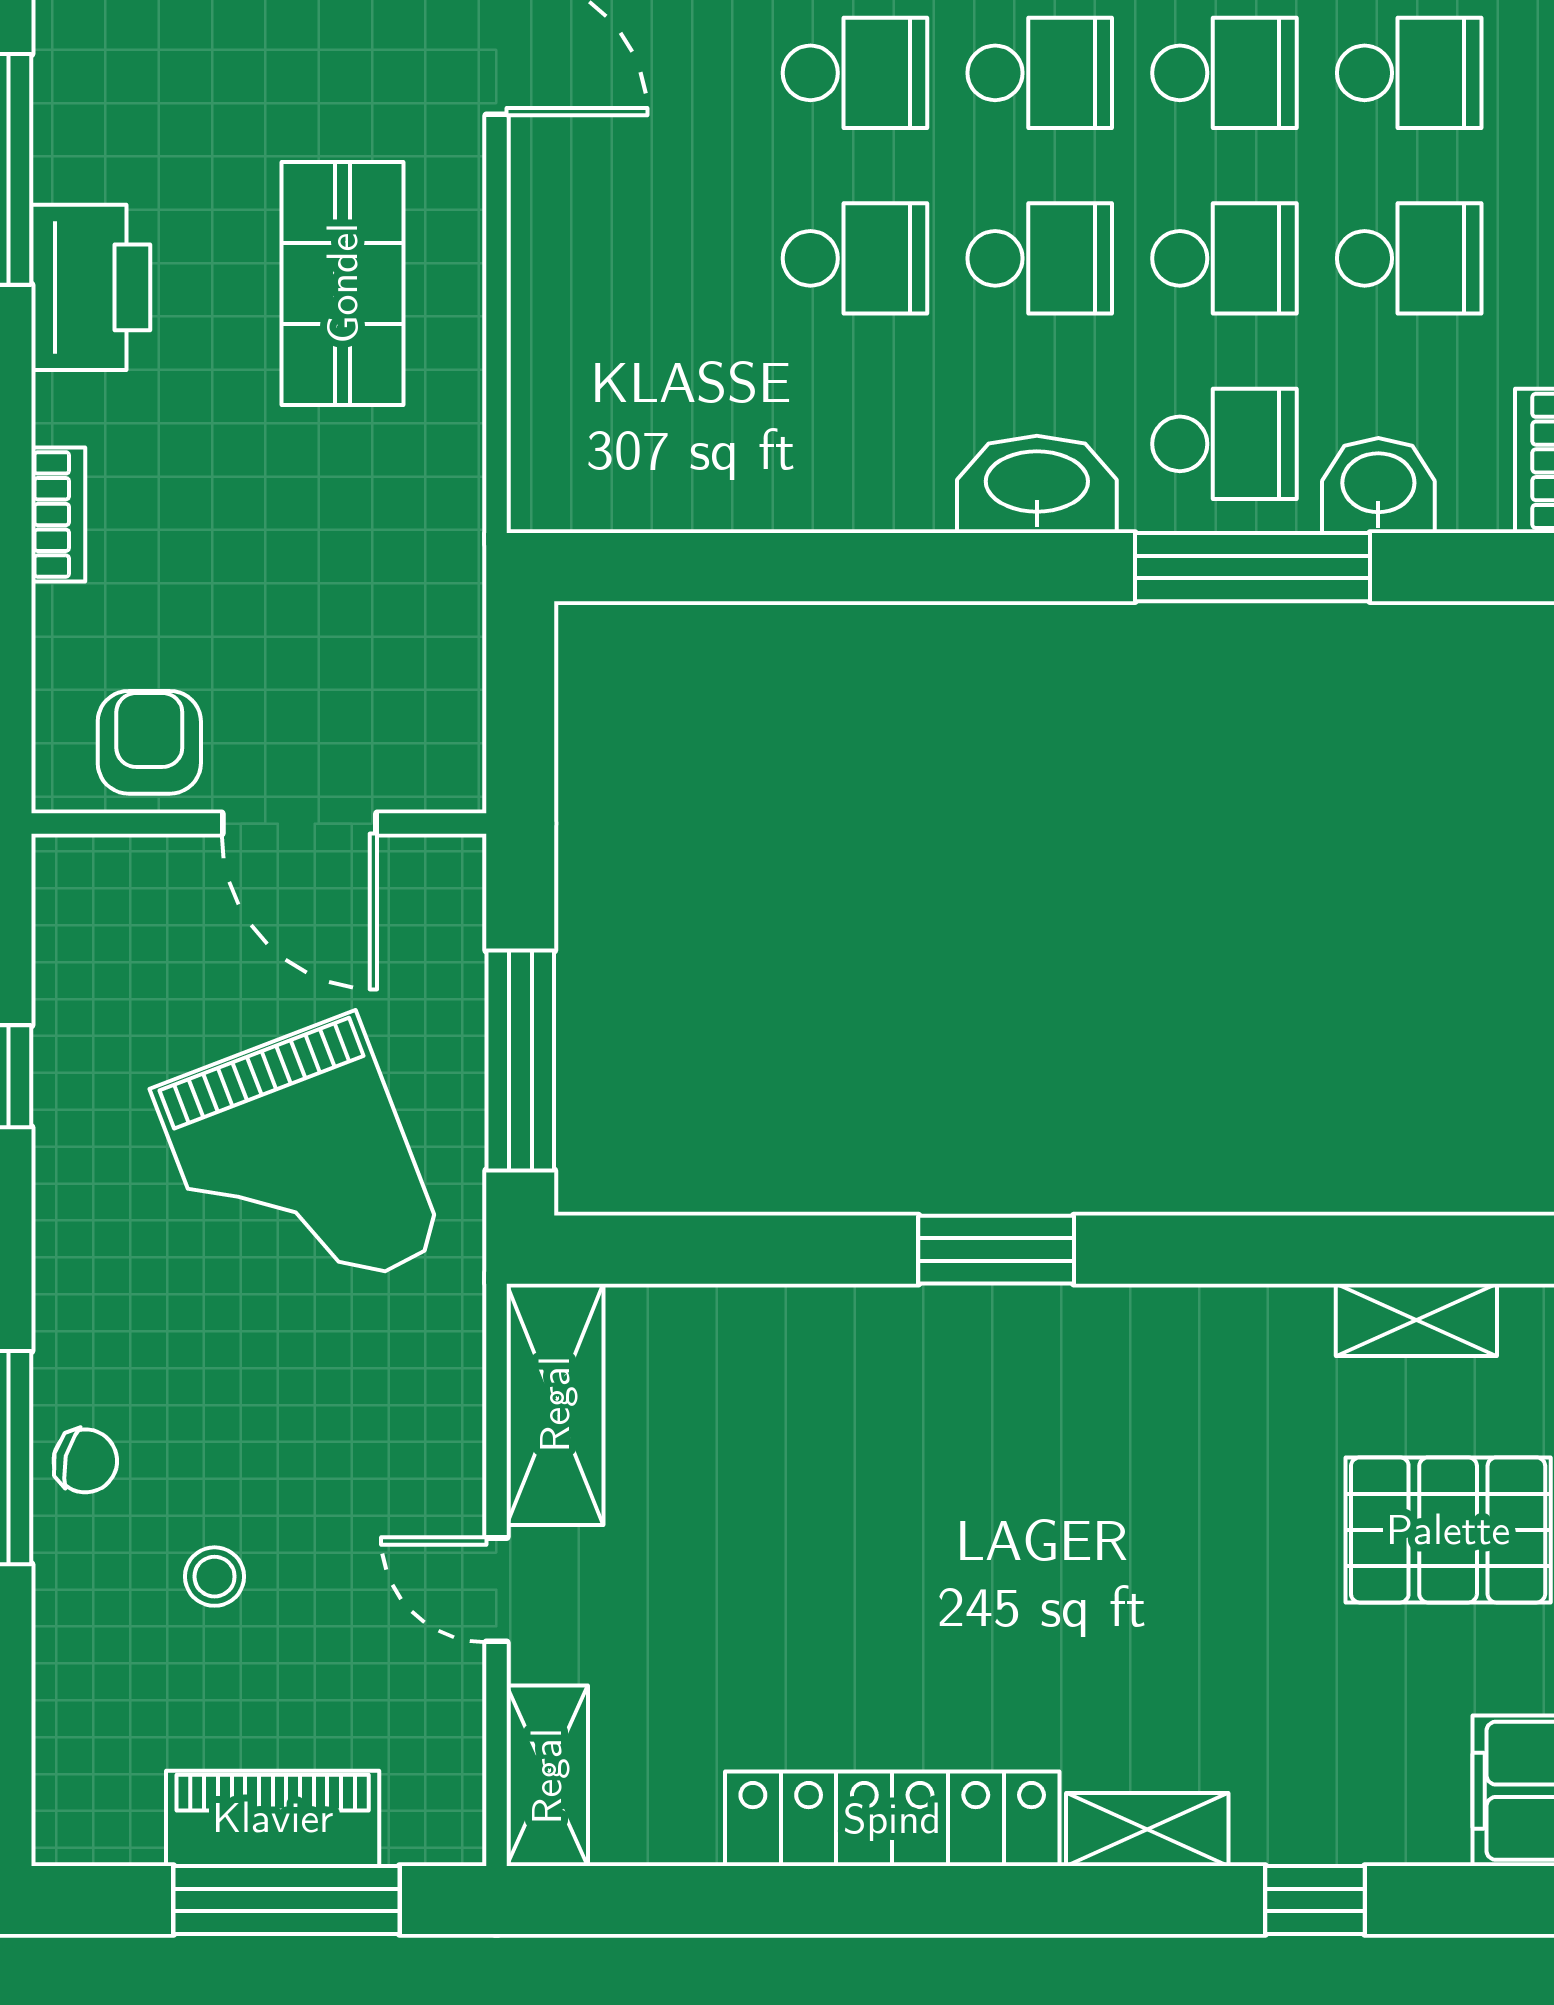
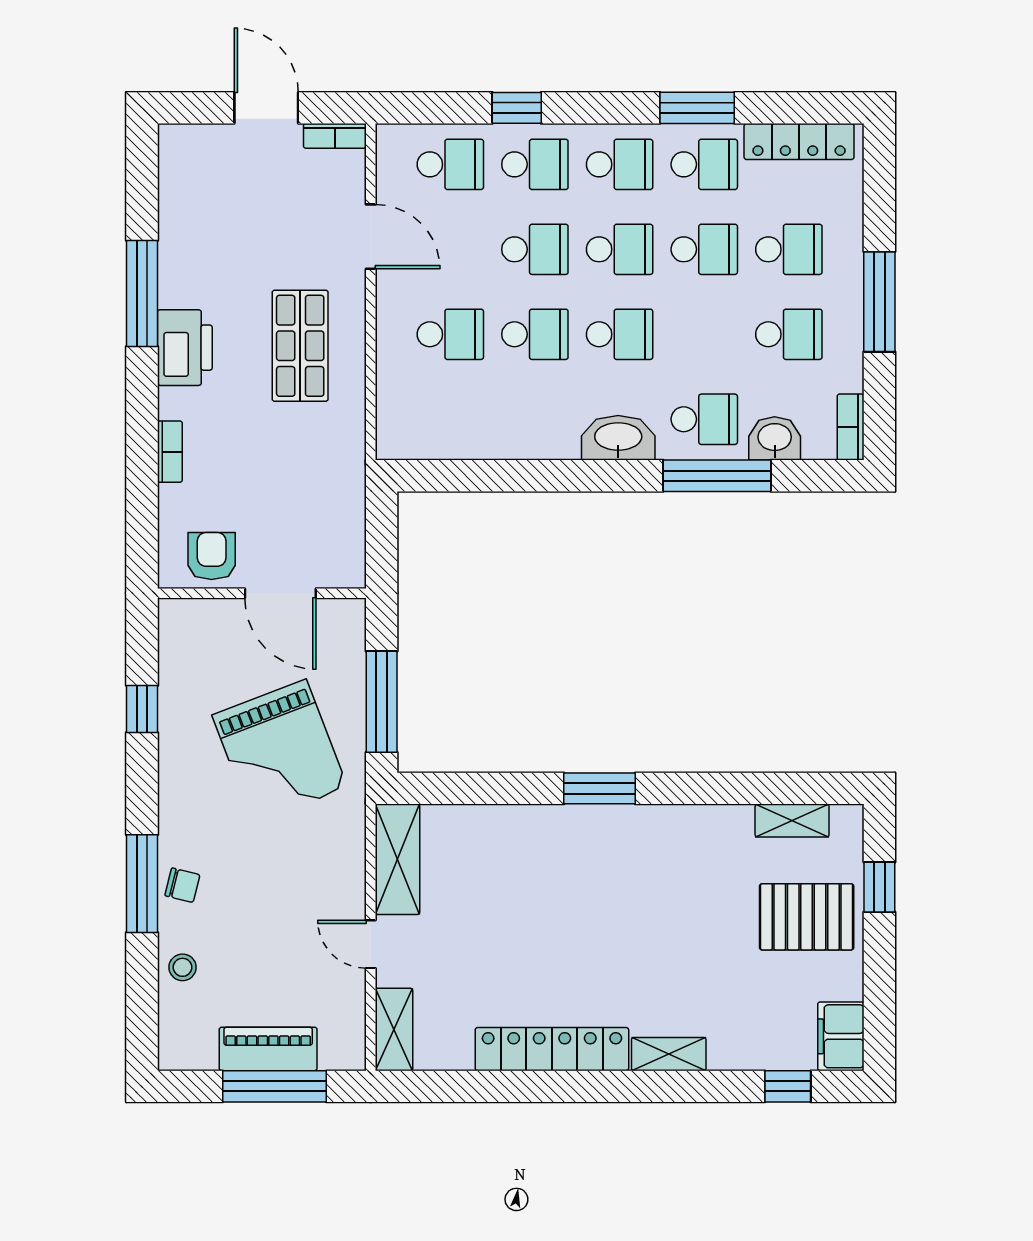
school desk: (1225, 258) -> (450, 334), moved
stool: (215, 1577) -> (183, 967), moved
window: (1315, 1900) -> (788, 1086), moved

